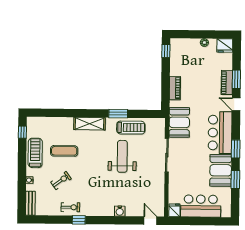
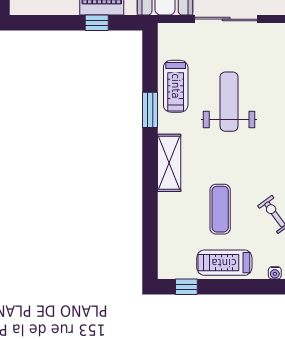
window: (166, 51) -> (97, 23), moved
treadmill: (131, 128) -> (176, 86), turned 180
weight bench: (122, 156) -> (229, 102), turned 90

